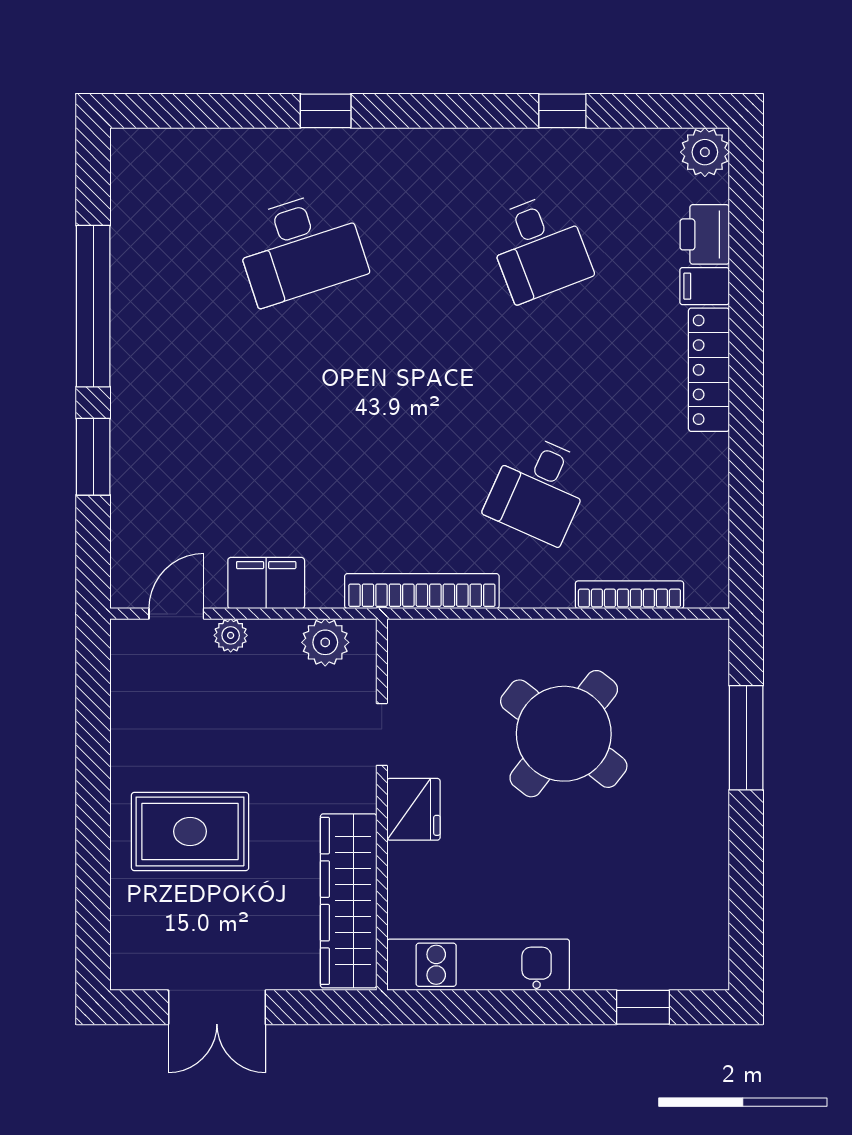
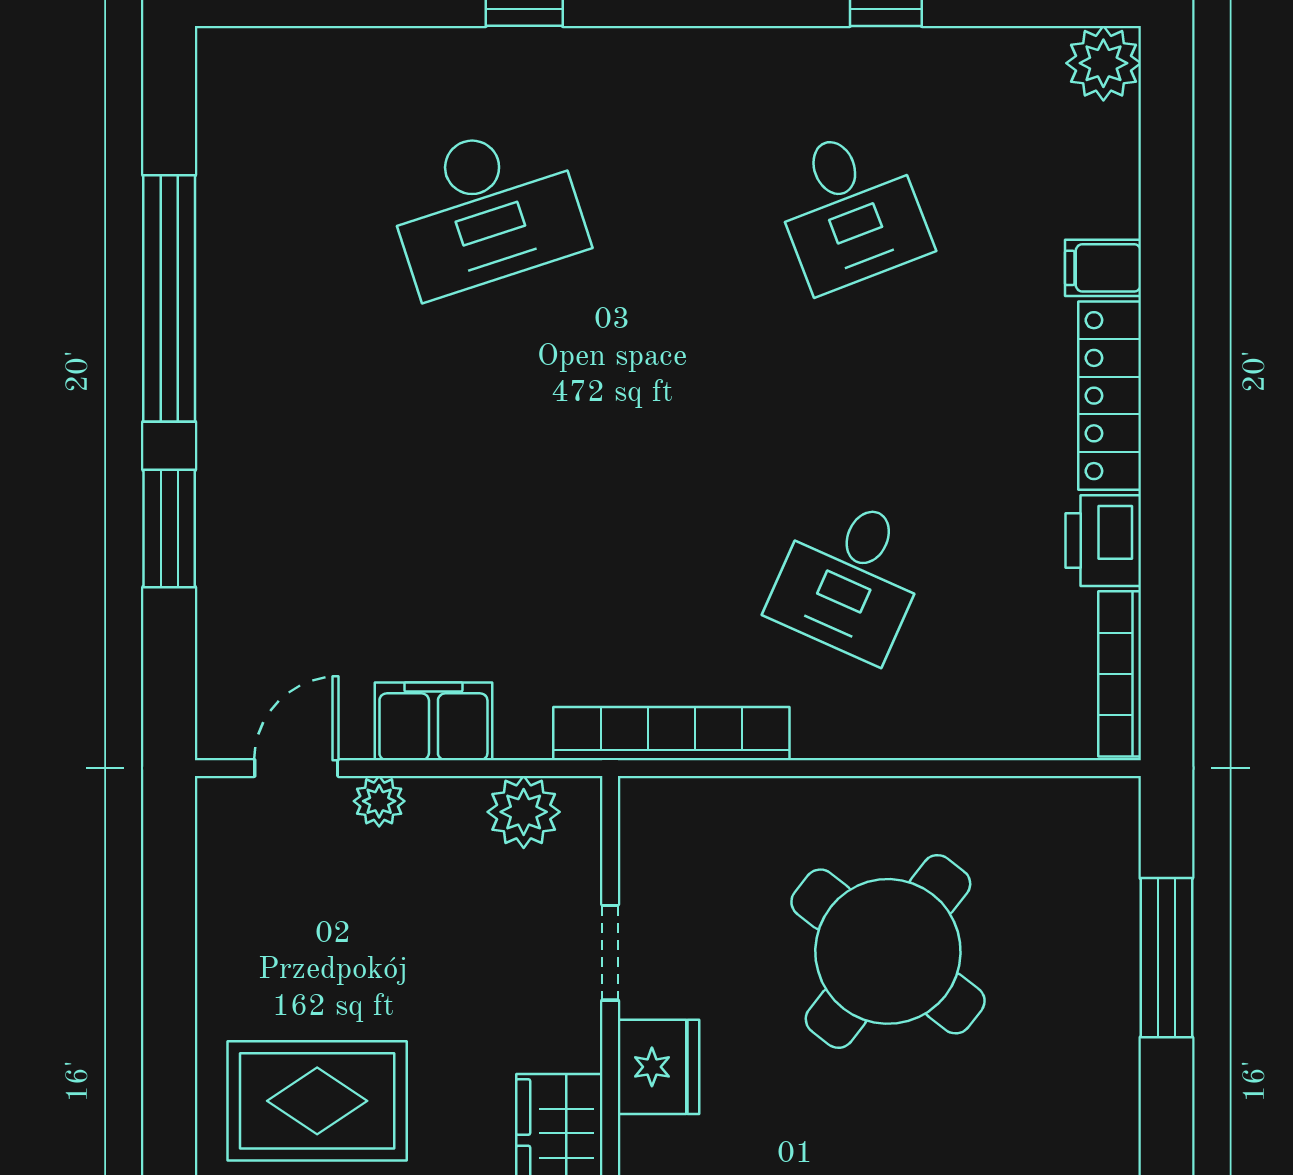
printer: (705, 234) -> (1103, 541), moved
bookcase: (629, 595) -> (1120, 674), moved, turned -90

